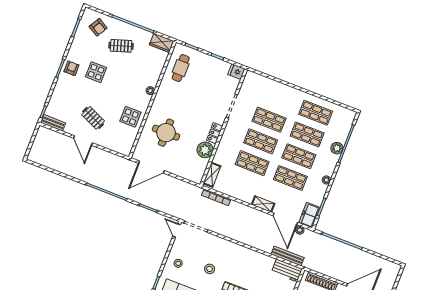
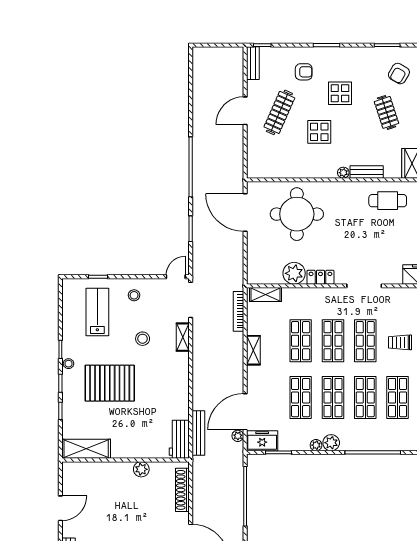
armchair: (71, 68) -> (304, 72), moved
bench: (156, 75) -> (367, 172), added
trolley: (279, 97) -> (400, 342), added
display table: (130, 117) -> (319, 132), moved
clothes rail: (93, 118) -> (279, 112), width x1.36
round table: (166, 133) -> (297, 214), width x1.36, depth x1.36
plant: (337, 148) -> (331, 443), moved
shelving: (263, 204) -> (253, 350), moved
shelving: (219, 241) -> (183, 337), added

